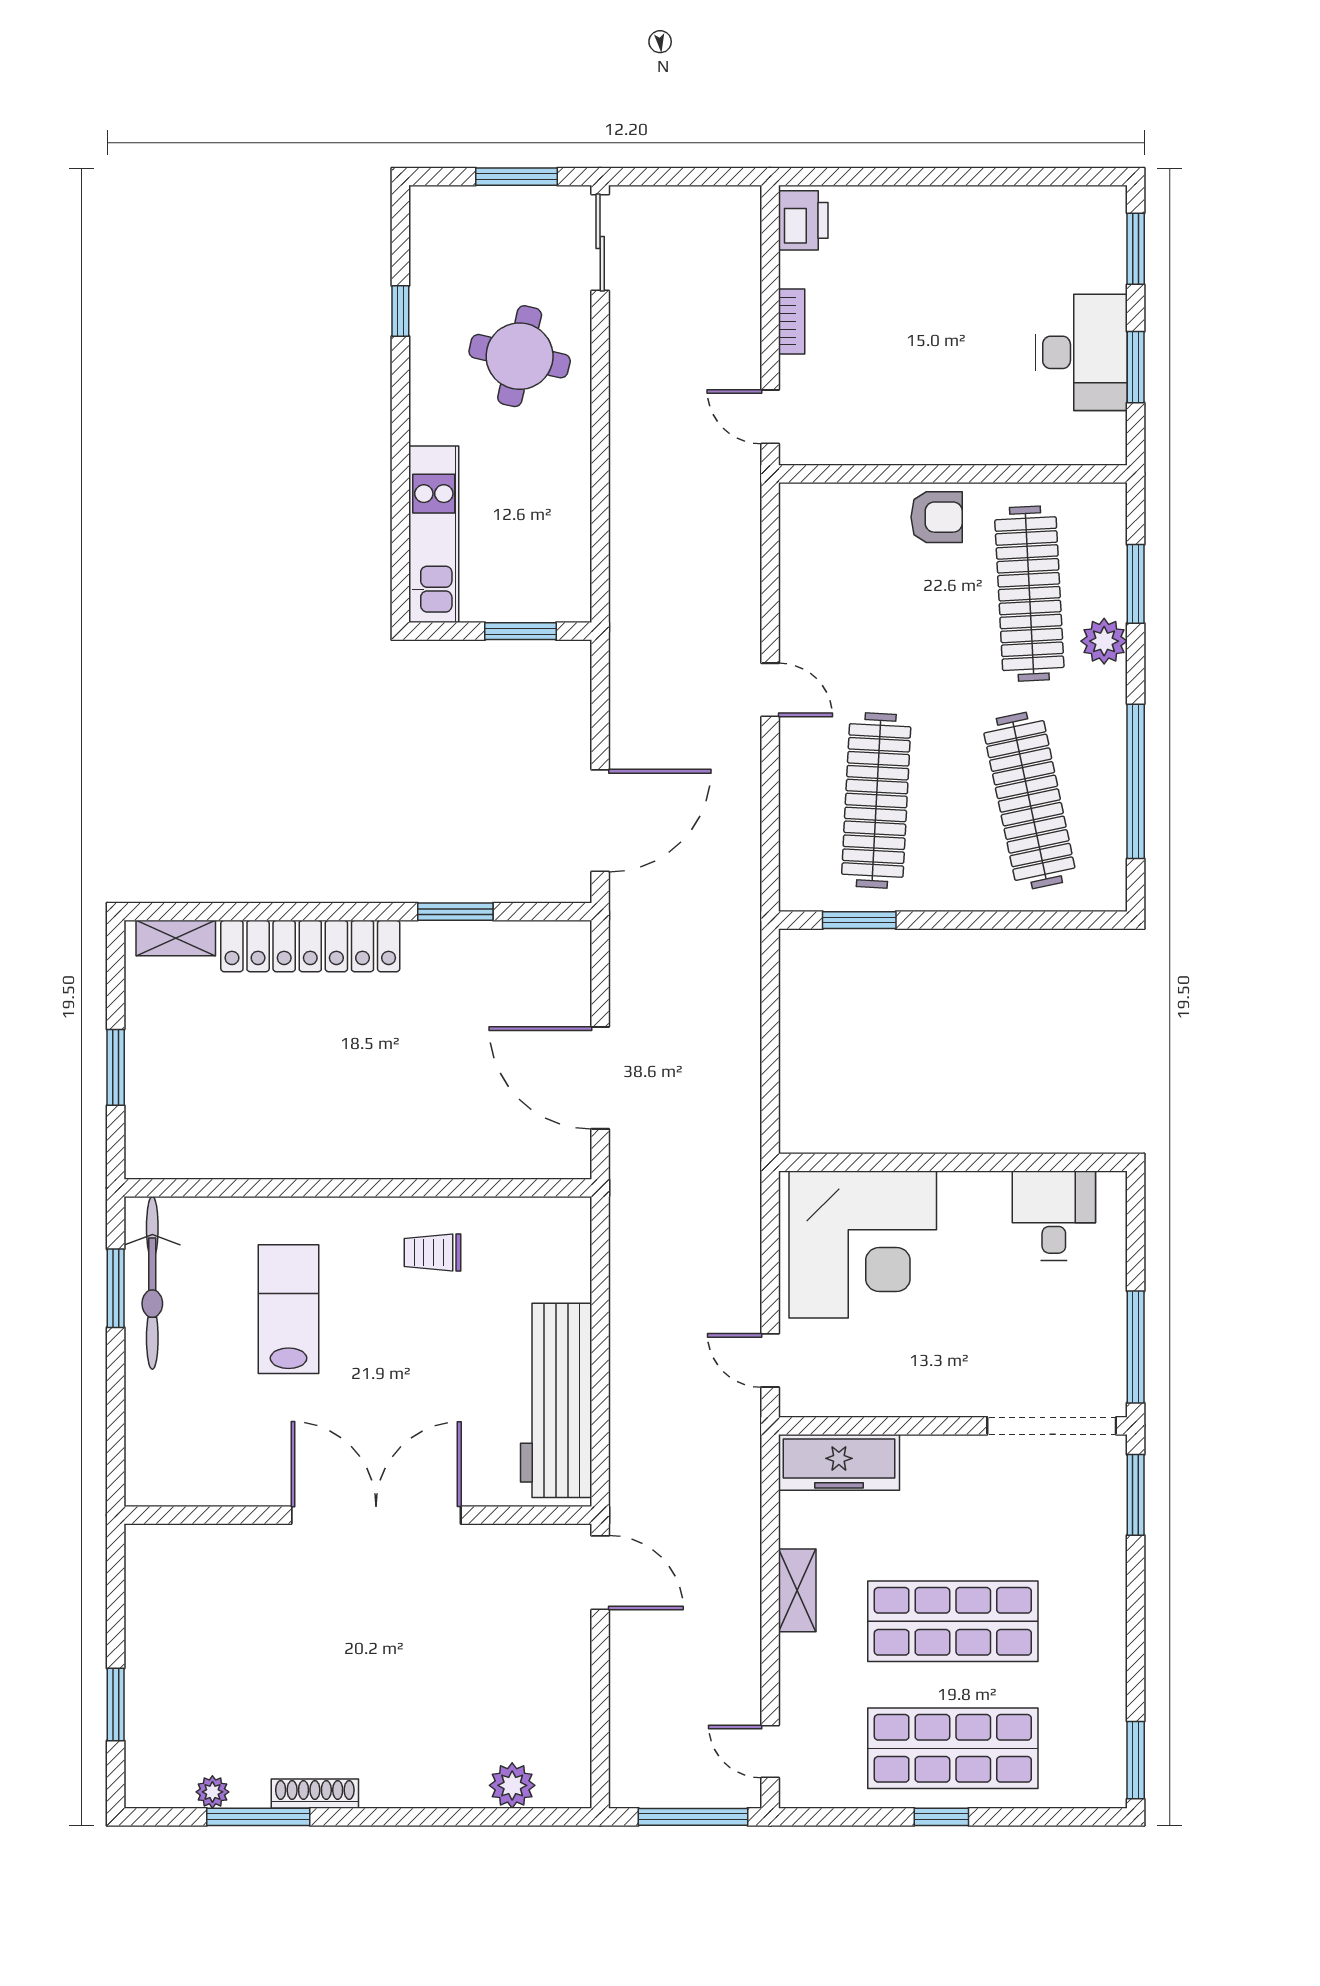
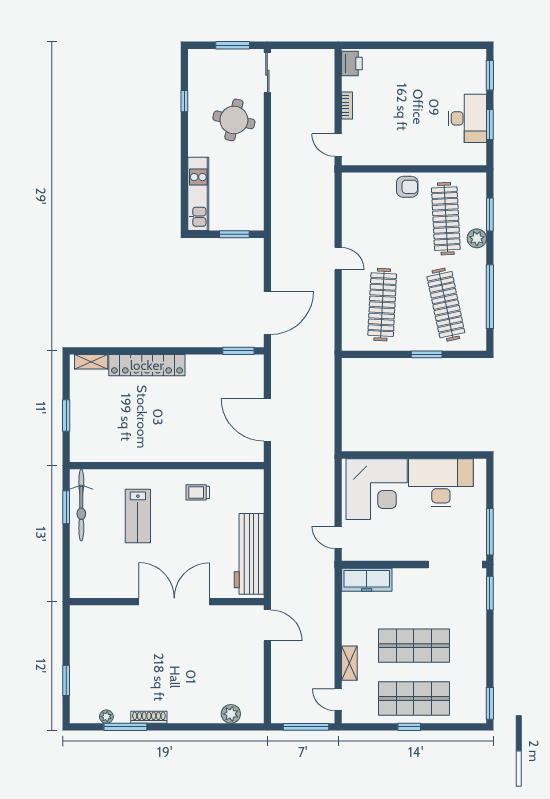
window: (455, 912) -> (238, 351), moved
window: (859, 920) -> (427, 354), moved
desk: (1054, 1216) -> (441, 483), width x1.87, depth x1.30
lab bench: (289, 1309) -> (138, 516), turned 180
shelving: (797, 1590) -> (349, 663), moved

